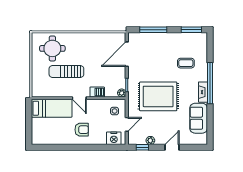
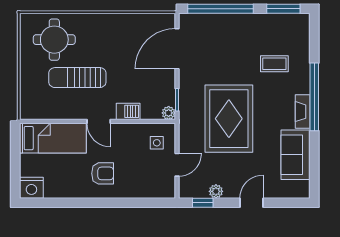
window: (153, 30) -> (221, 9), width x1.46
rug: (158, 96) -> (229, 119), turned 90
nightstand: (114, 138) -> (31, 188), moved

